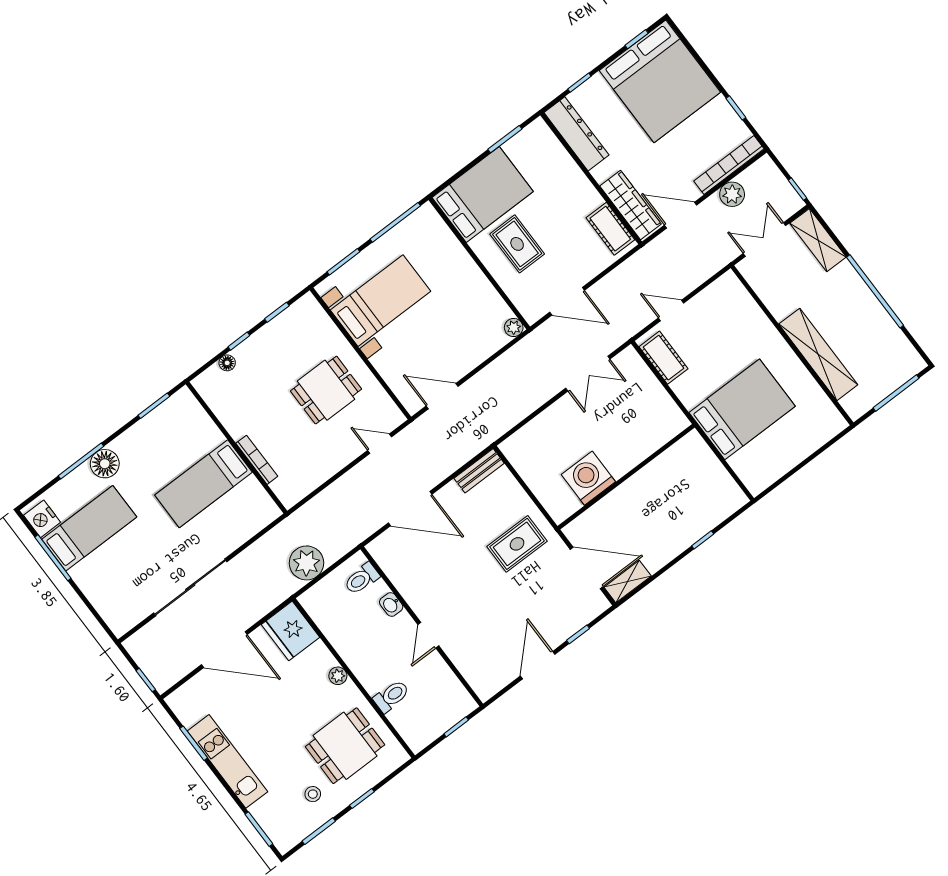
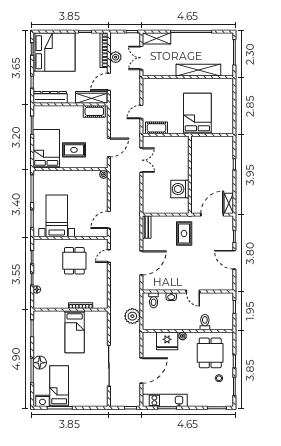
fridge: (291, 631) -> (167, 341), moved
kitchen unit: (227, 761) -> (165, 400), moved

